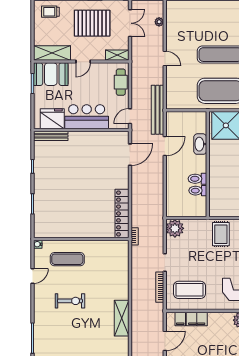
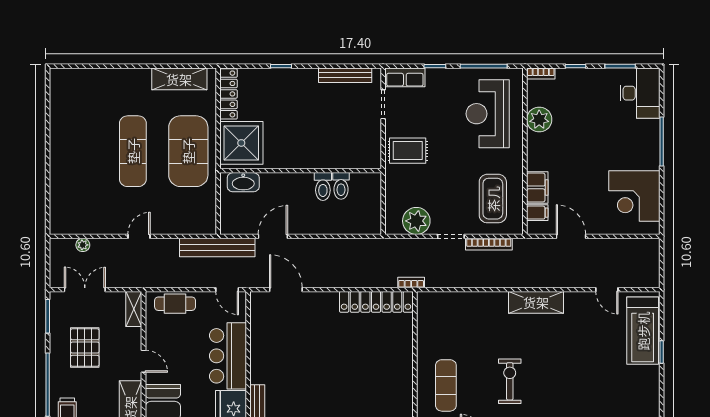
pallet: (92, 23) -> (85, 348), width x0.73, depth x0.71
washbasin: (200, 144) -> (243, 182), moved
door: (165, 146) -> (273, 236), hinge flipped
plant: (175, 228) -> (416, 221), moved

